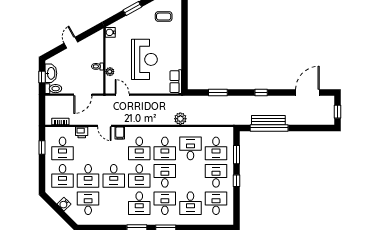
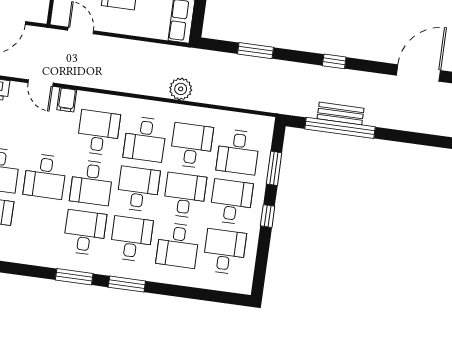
bench: (268, 120) -> (341, 113), width x0.73
desk: (139, 148) -> (98, 133), turned 180
desk: (190, 176) -> (185, 195), added
desk: (139, 203) -> (85, 233), turned 180

